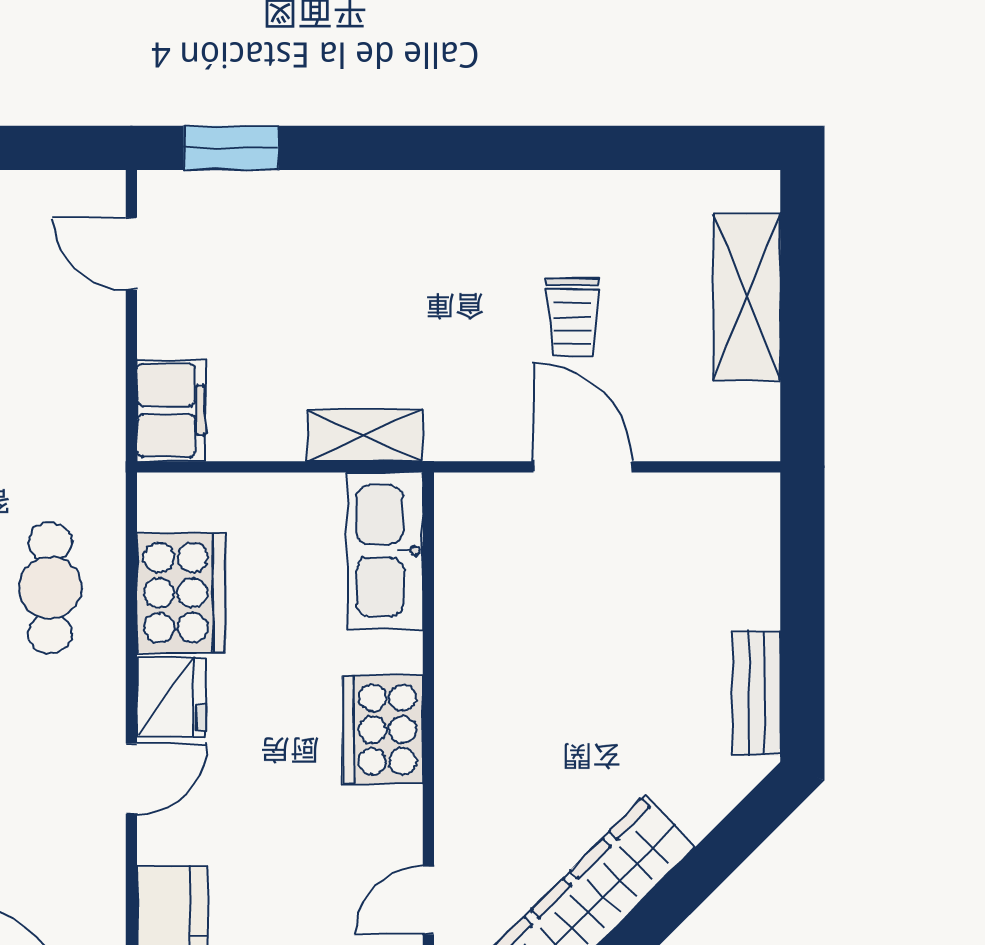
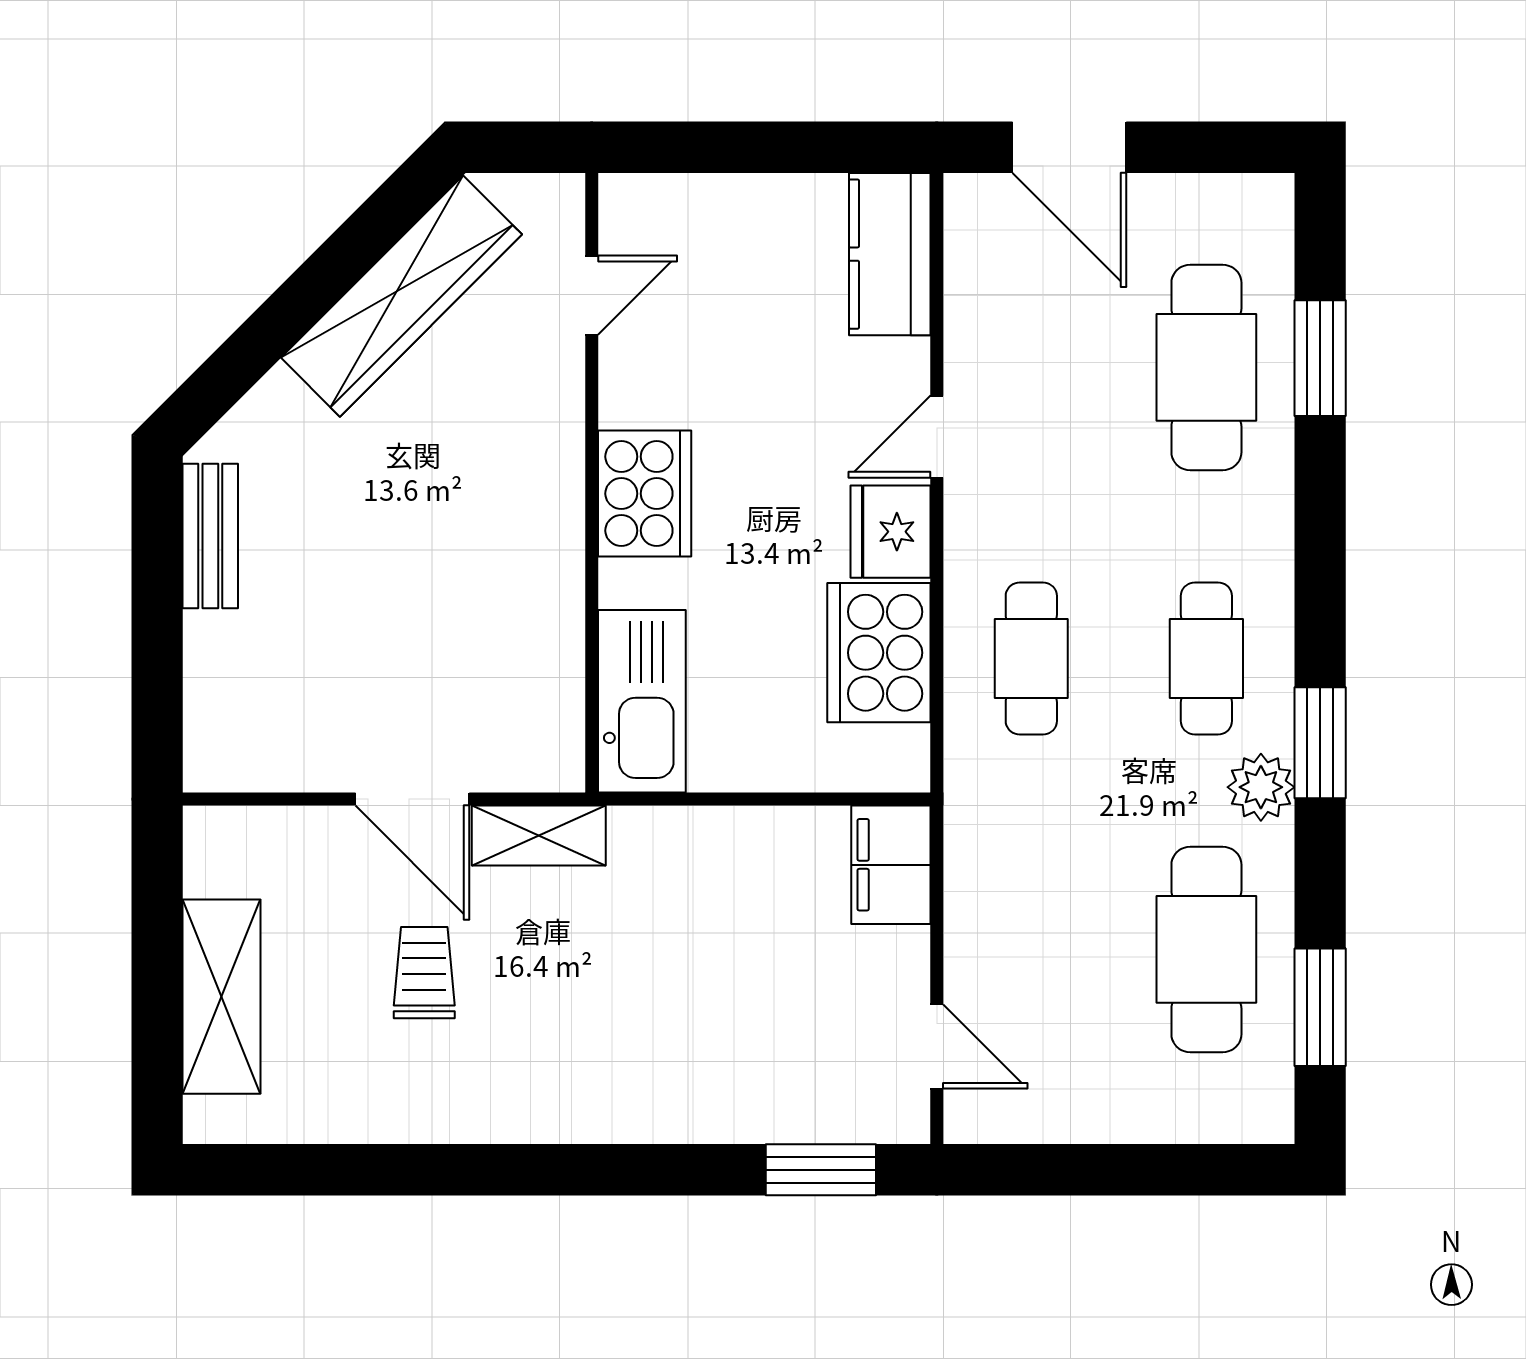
shelving: (365, 435) -> (539, 836), moved

